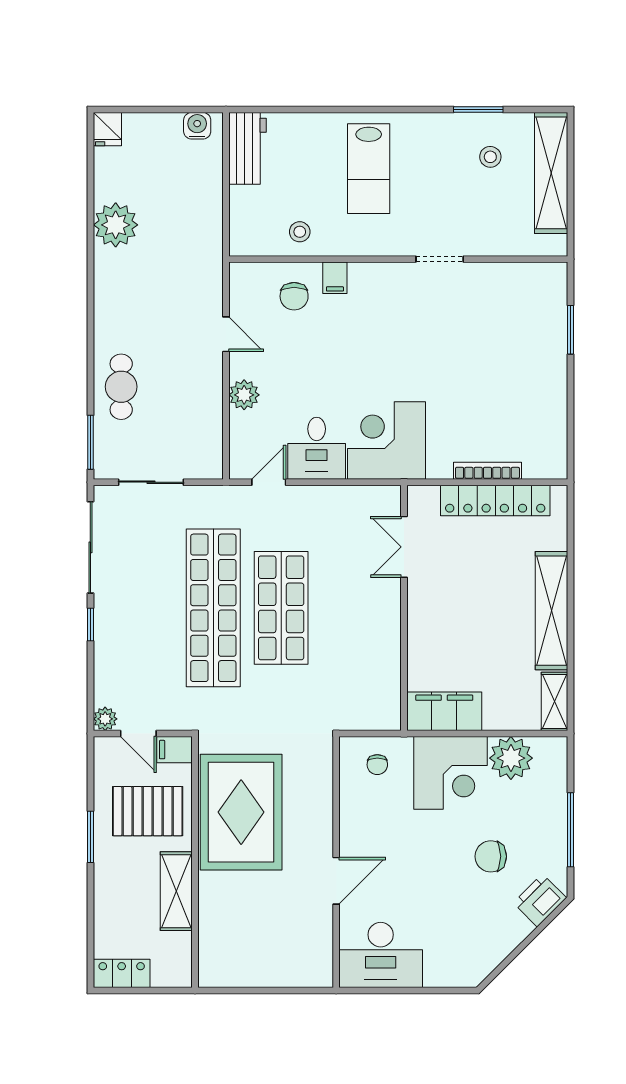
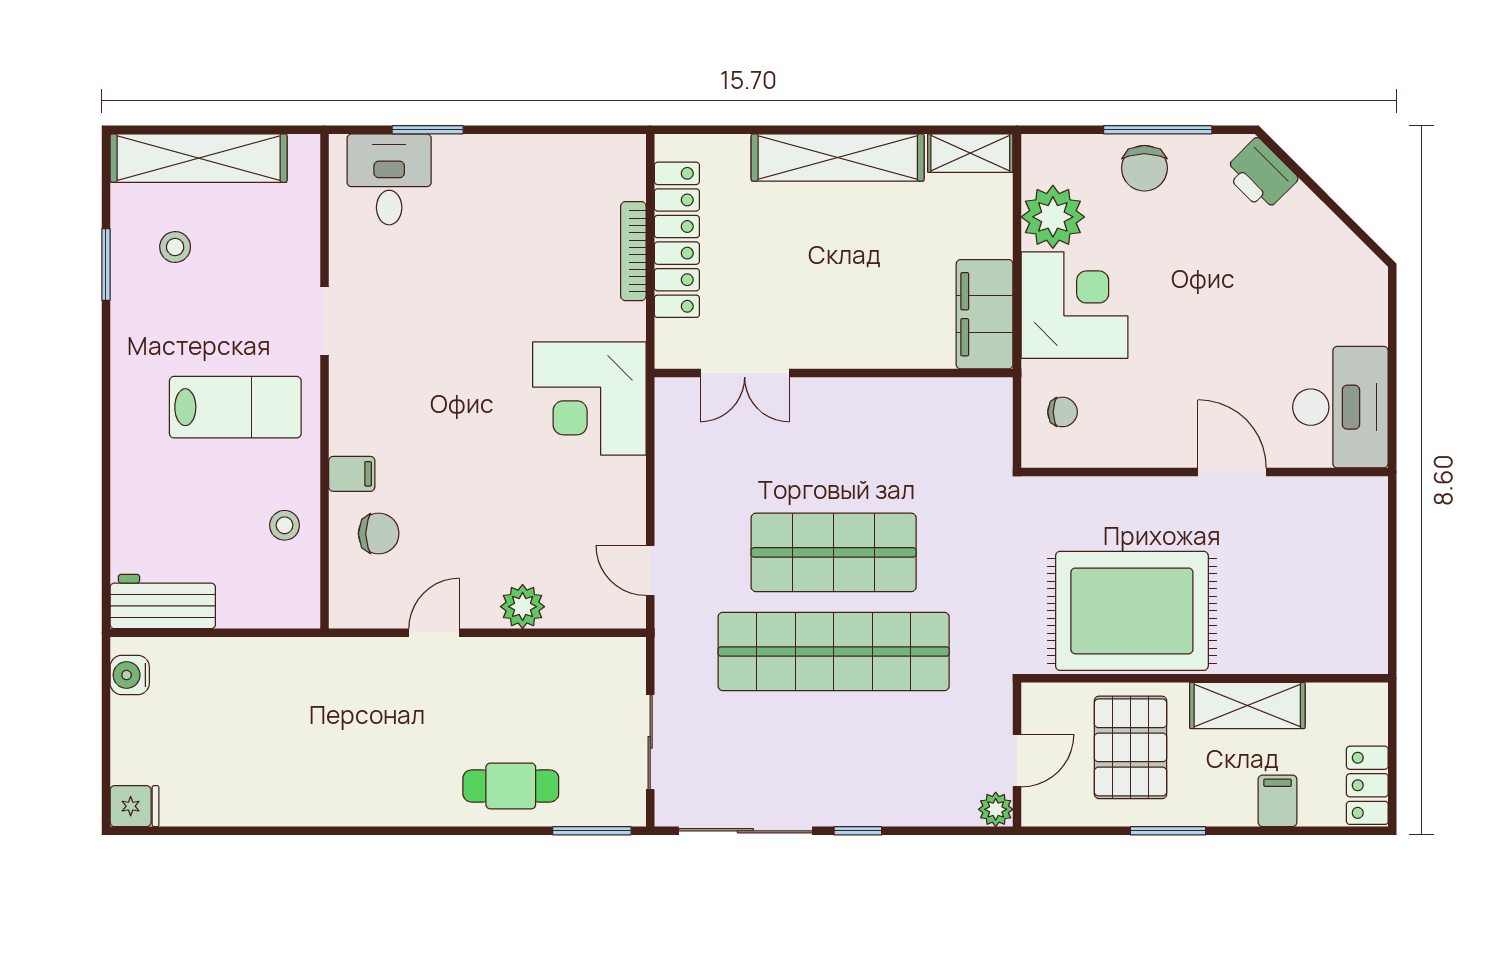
lab bench: (369, 169) -> (235, 407), moved
plant: (116, 225) -> (274, 794), removed
desk: (317, 448) -> (389, 179), moved, turned -90
filing cabinet: (174, 750) -> (1278, 801), moved, turned 180
chair: (491, 856) -> (1144, 168), moved

